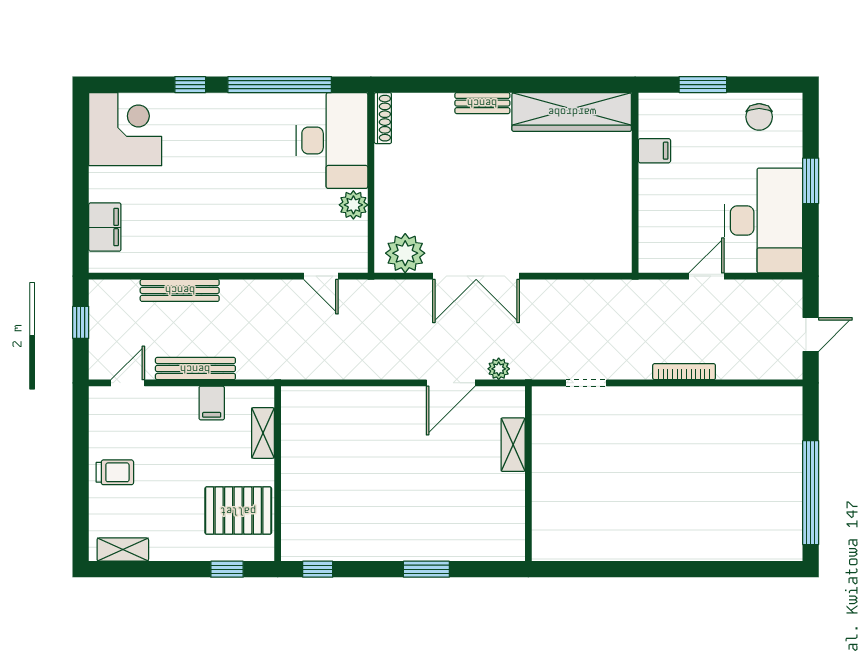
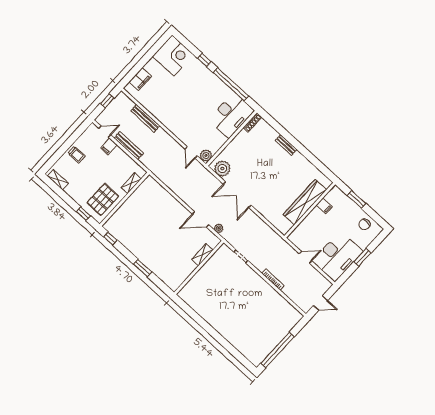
wardrobe: (572, 112) -> (305, 202), moved, turned 90
plant: (353, 205) -> (206, 156), moved
filing cabinet: (212, 403) -> (109, 146), moved
pallet: (238, 511) -> (103, 199), turned 90

